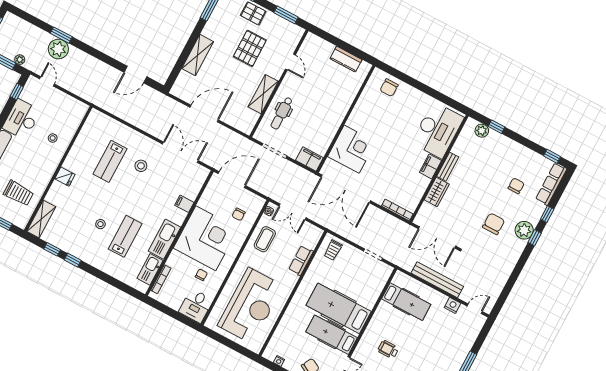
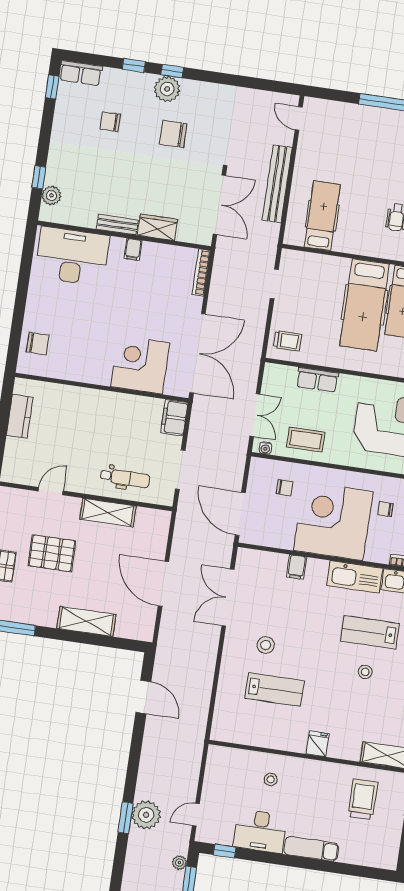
filing cabinet: (430, 166) -> (133, 249), width x0.50
row of seats: (551, 184) -> (81, 73), width x0.68
nightstand: (453, 305) -> (305, 150), removed

